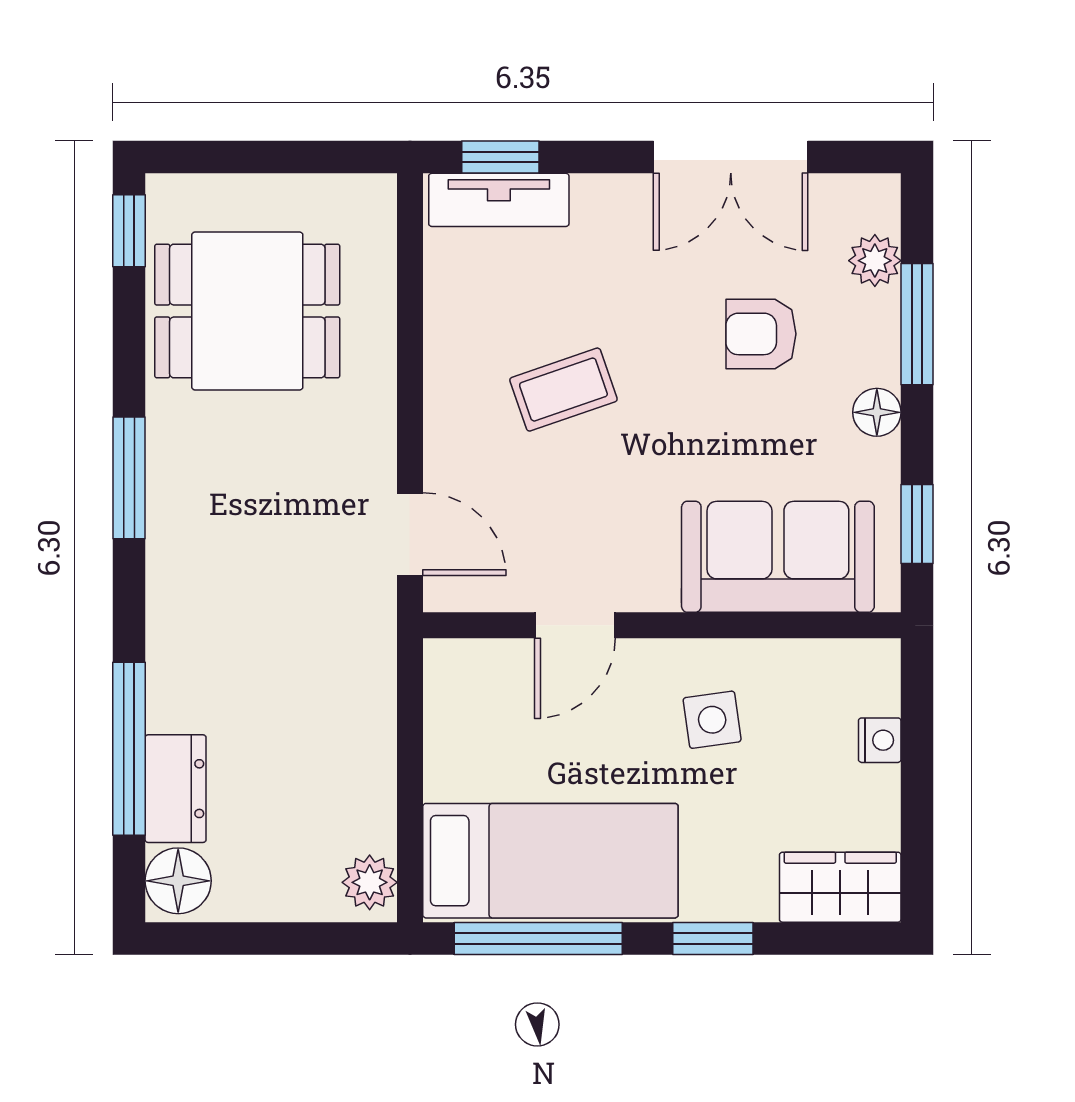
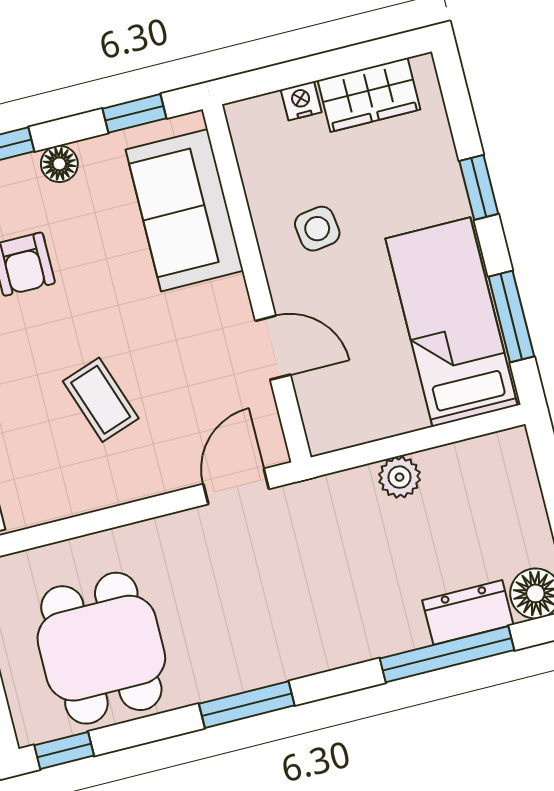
plant: (370, 882) -> (400, 477), moved
wardrobe: (840, 887) -> (369, 95), moved, turned -90
window: (538, 939) -> (511, 317), width x0.69

